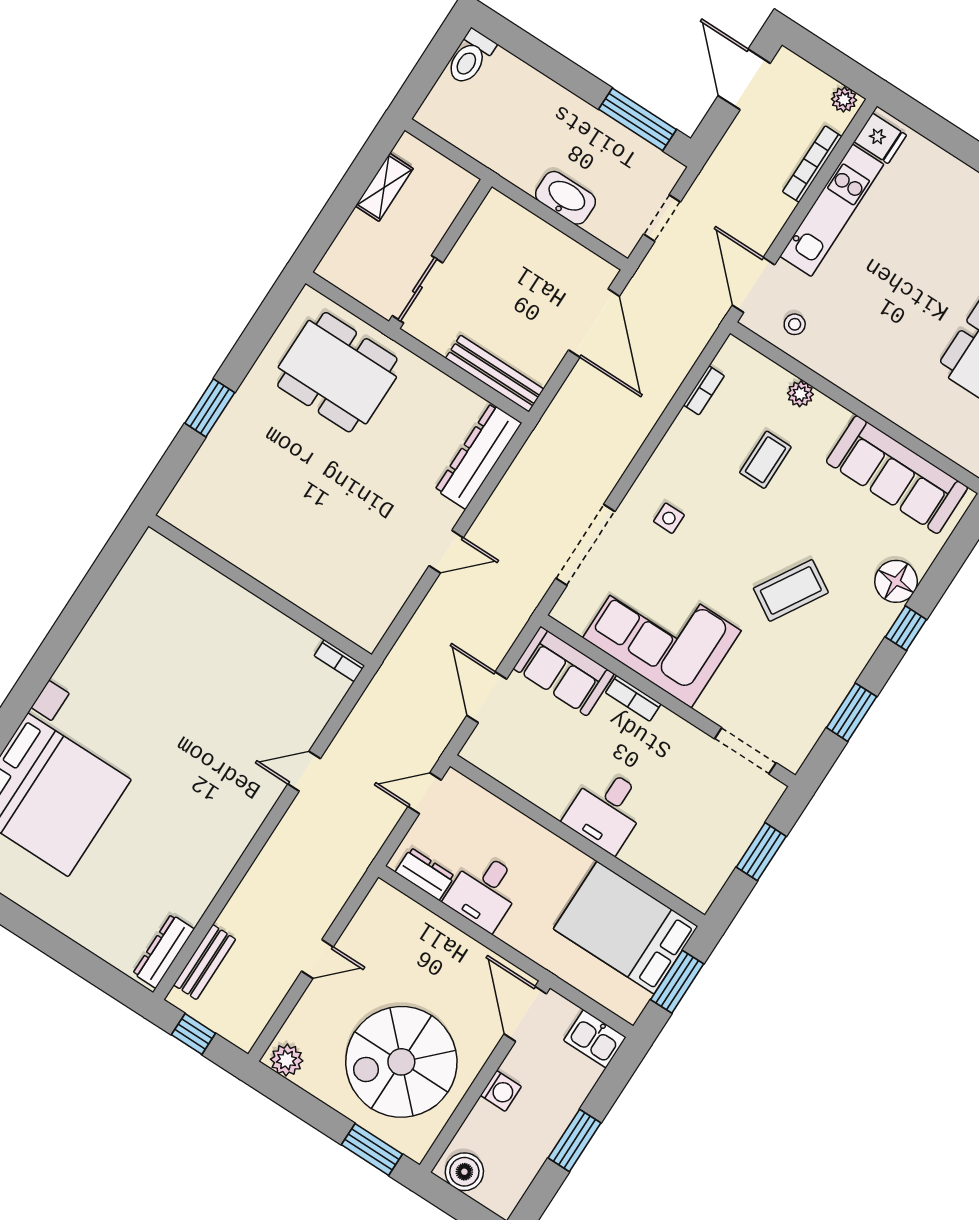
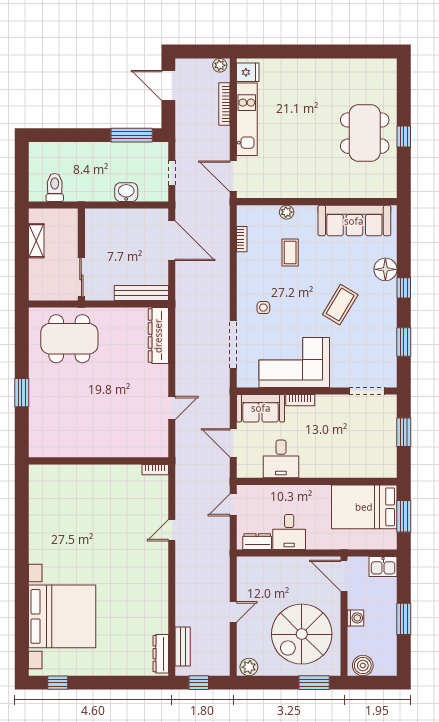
toilet: (470, 57) -> (55, 187), moved, turned 180
washbasin: (565, 198) -> (126, 192), width x0.72
stool: (795, 324) -> (264, 182), removed
door: (446, 552) -> (172, 408), moved
desk: (606, 810) -> (281, 459), moved

